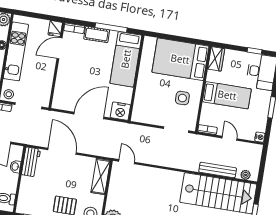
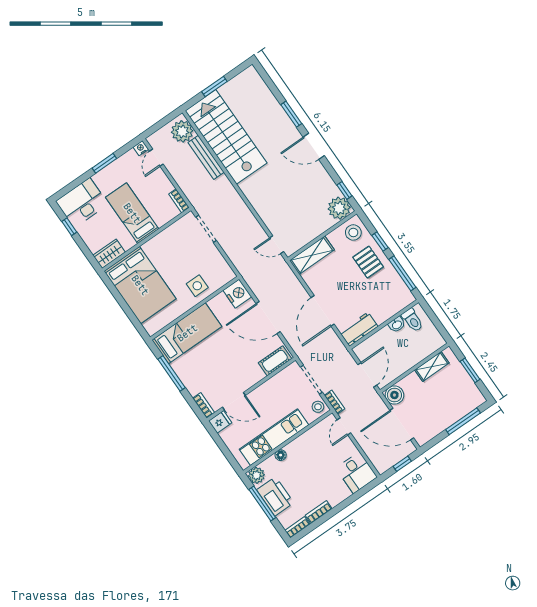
cot: (97, 34) -> (275, 361), moved, turned 90
side table: (182, 98) -> (197, 286), moved
door: (229, 138) -> (156, 158), moved
door: (127, 162) -> (277, 245), hinge flipped
washbasin: (15, 167) -> (397, 325), moved
plant: (246, 175) -> (182, 131), width x1.88, depth x1.88

